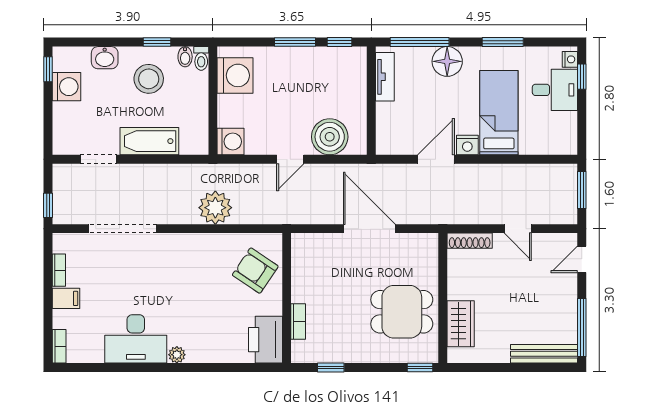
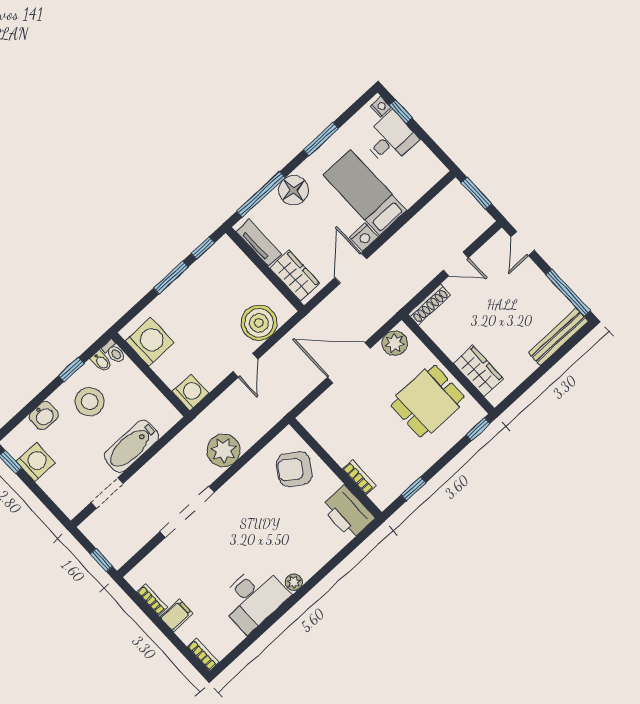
wardrobe: (389, 126) -> (295, 276), added
doorway: (123, 229) -> (187, 512), moved
plant: (417, 246) -> (395, 343), added

